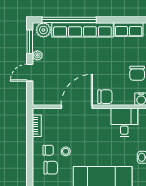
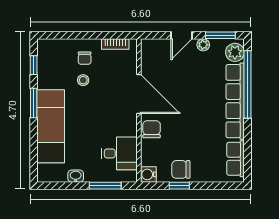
door: (30, 73) -> (182, 35), swing flipped
chair: (105, 97) -> (152, 129), turned 180
chair: (51, 168) -> (63, 61), removed

